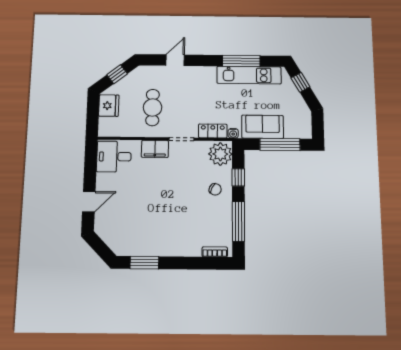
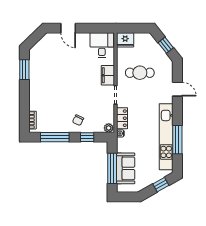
kitchen unit: (249, 75) -> (166, 137), width x1.36
fridge: (109, 106) -> (125, 40), moved
sofa: (263, 127) -> (126, 168), moved
plant: (220, 154) -> (109, 128), width x0.53, depth x0.53

